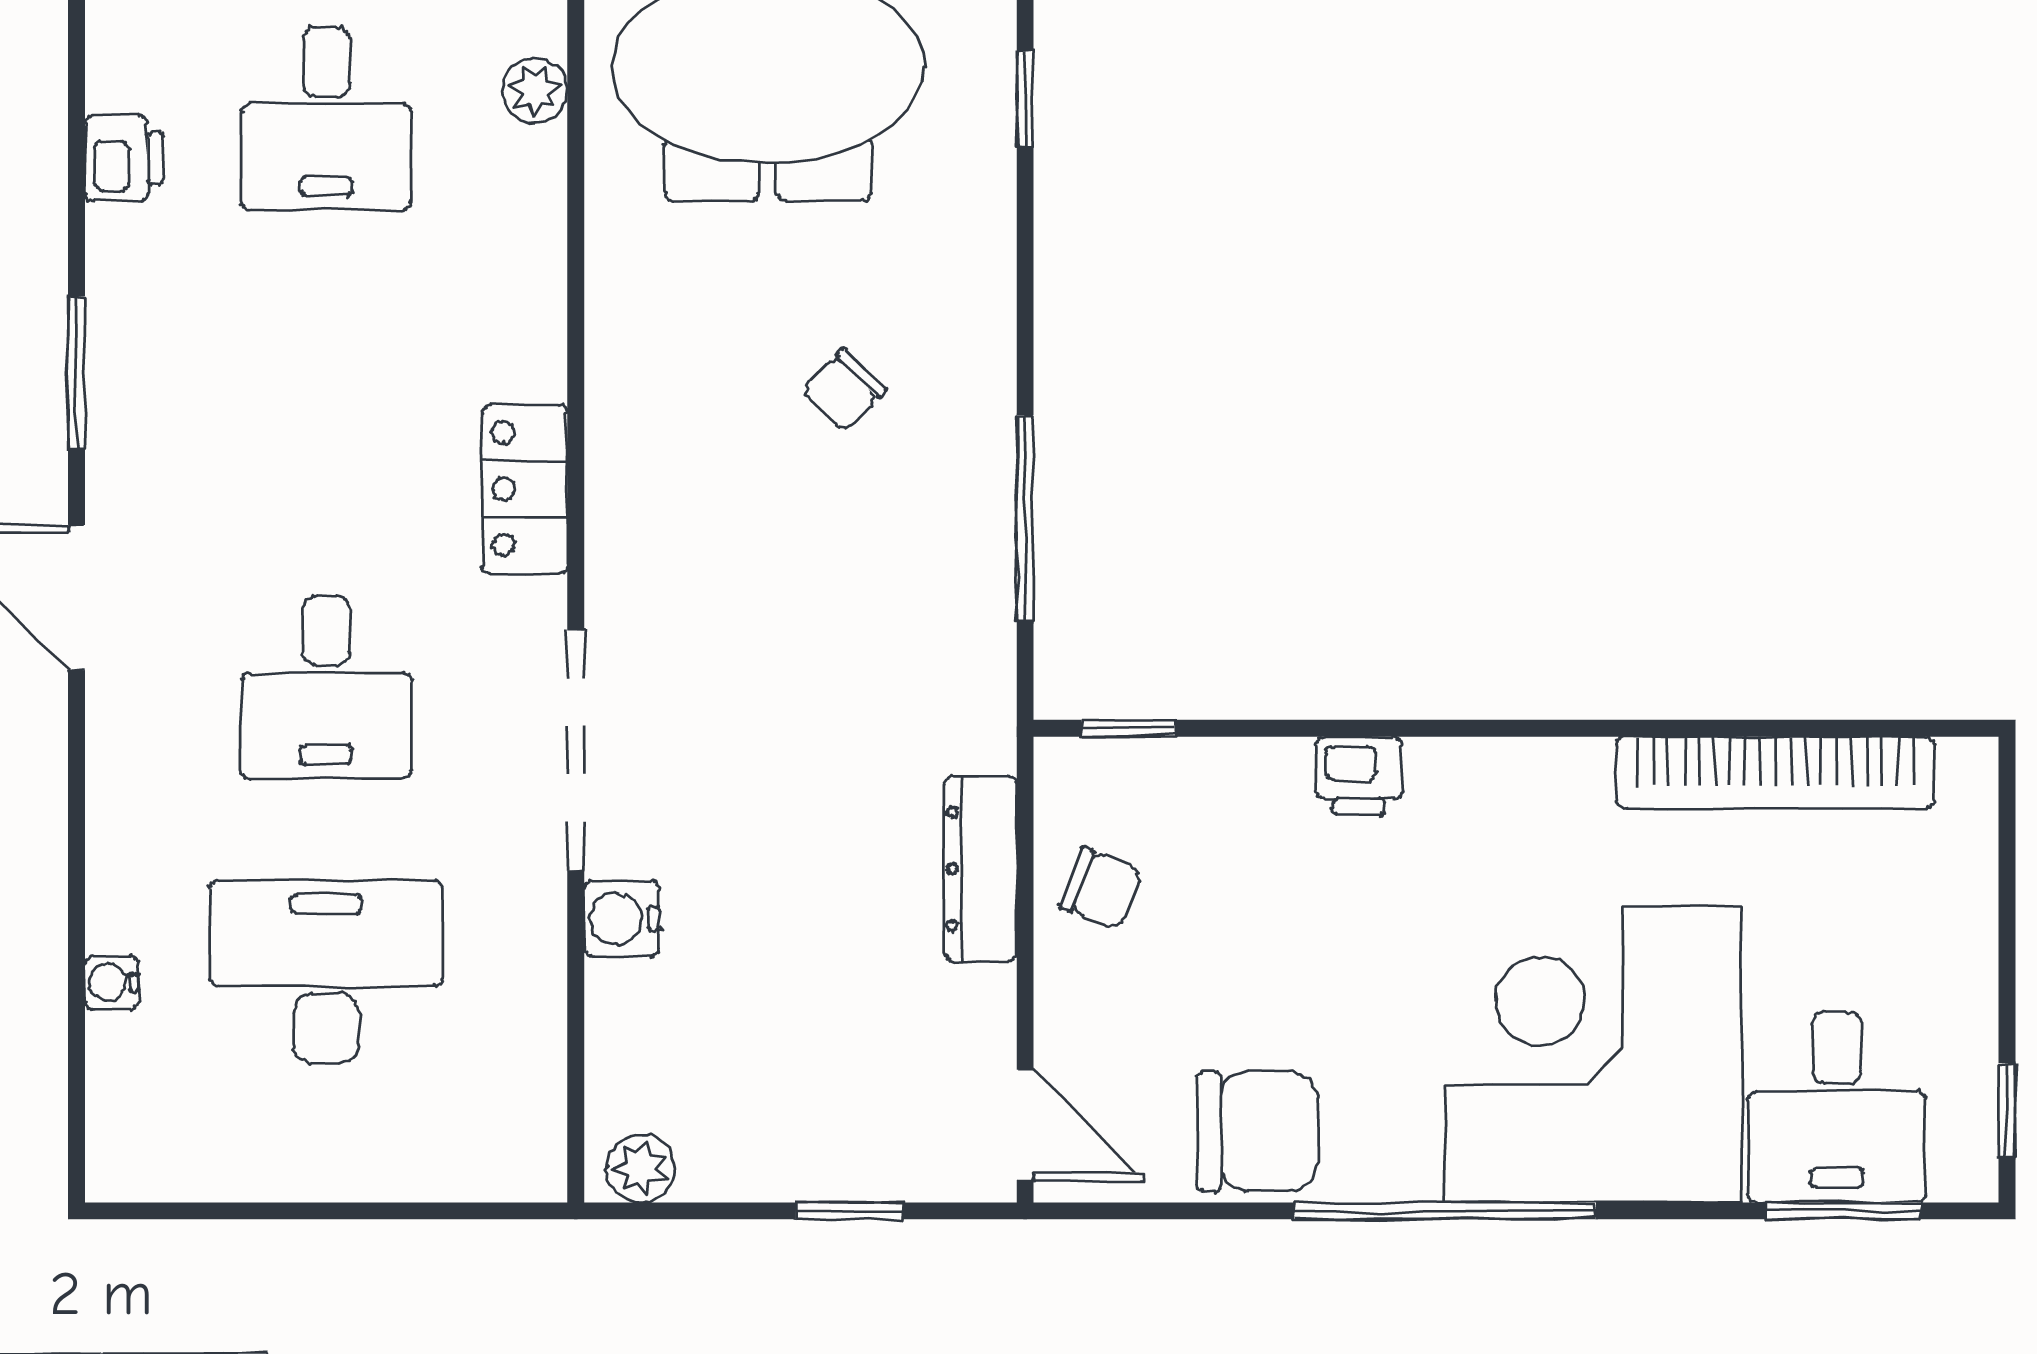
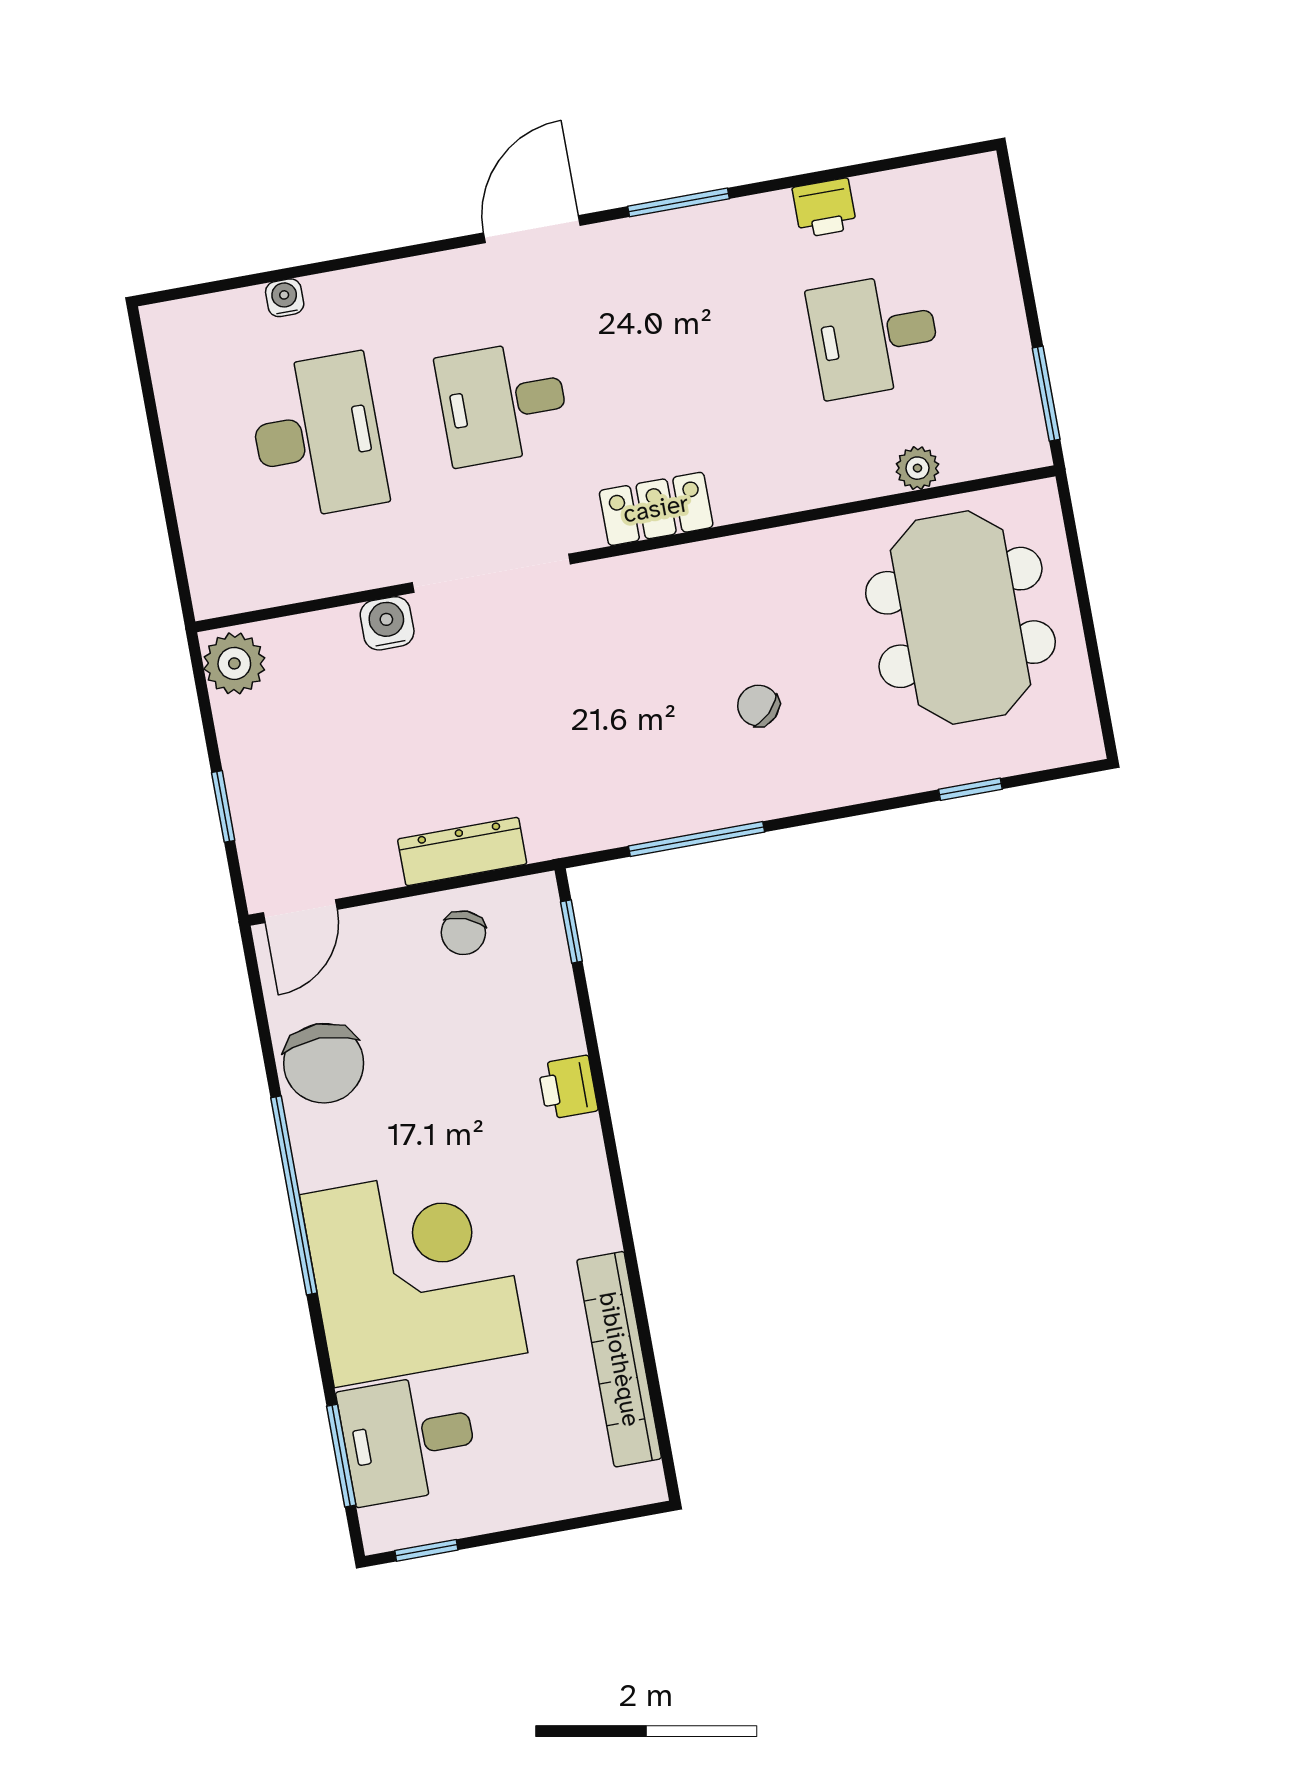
plant: (640, 1169) -> (234, 663), width x1.38, depth x1.38

